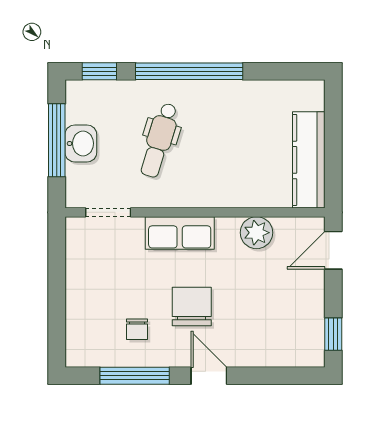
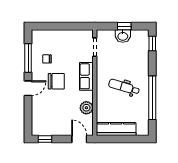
window: (189, 71) -> (152, 98), moved
window: (57, 140) -> (124, 26), width x0.46
dental chair: (159, 140) -> (124, 87), moved

